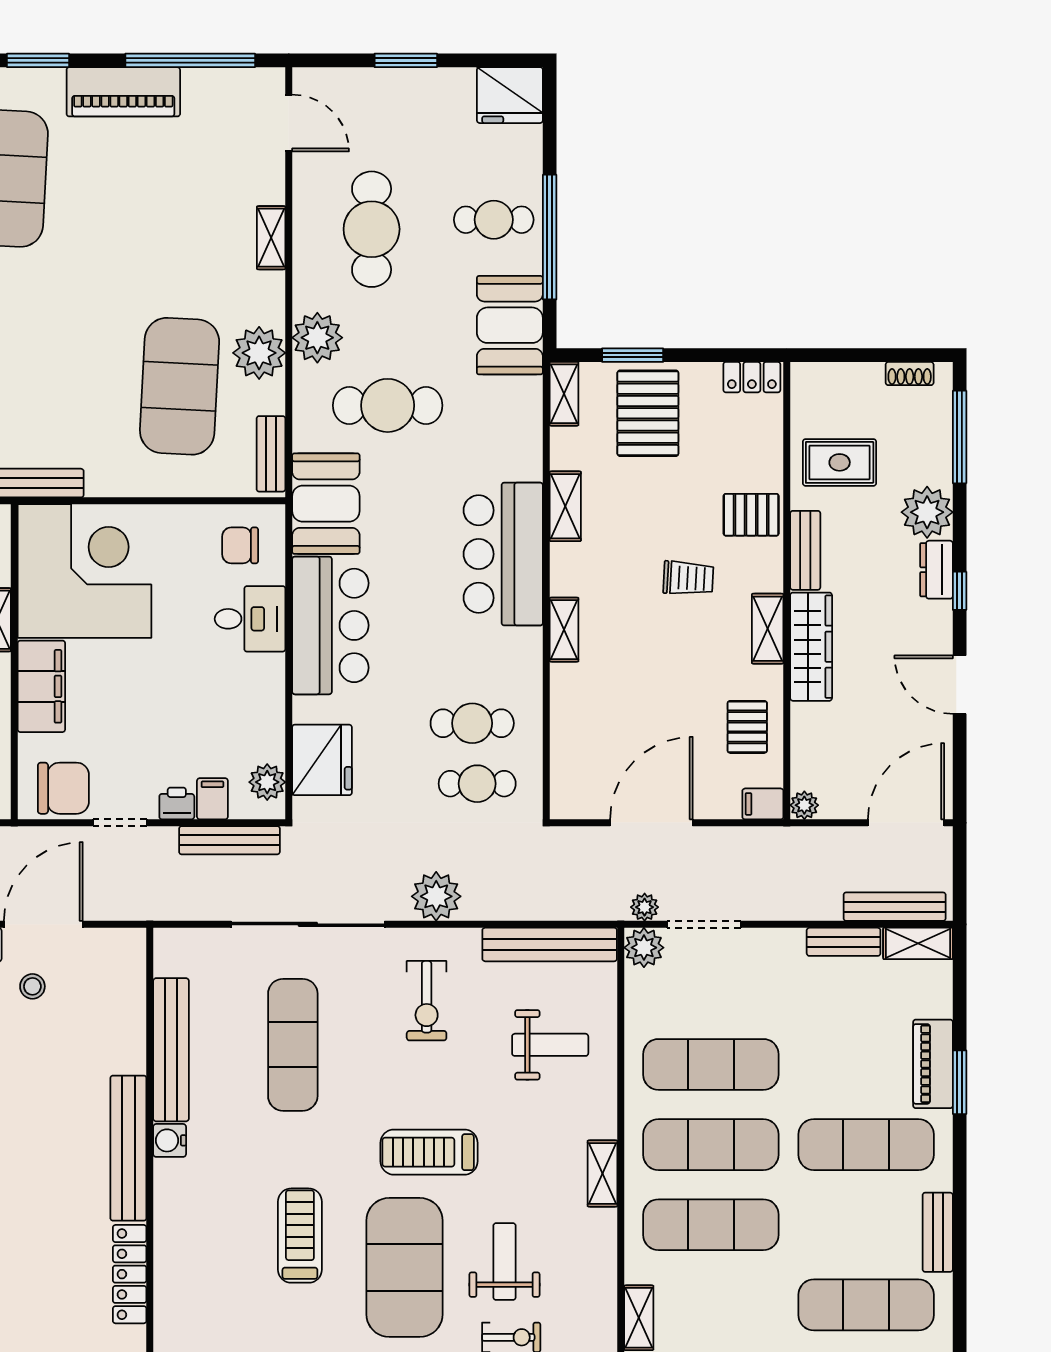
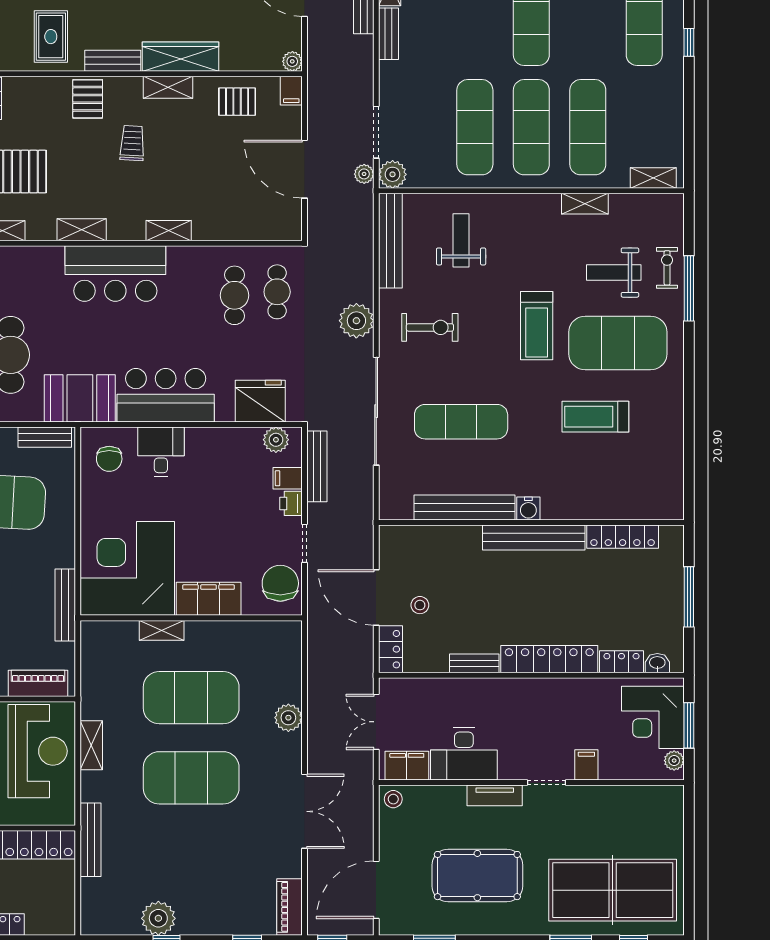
shelving: (602, 1173) -> (585, 204), moved

